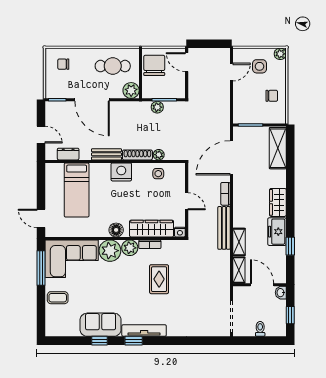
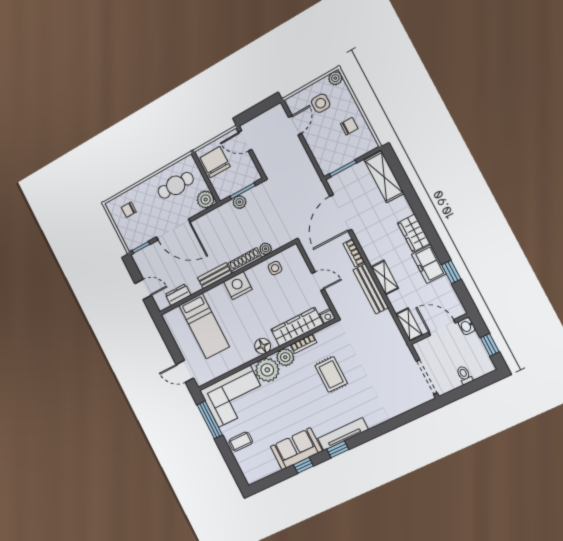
shelving: (239, 242) -> (385, 277), moved

